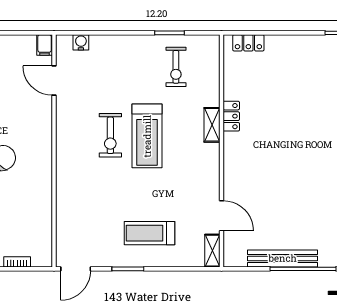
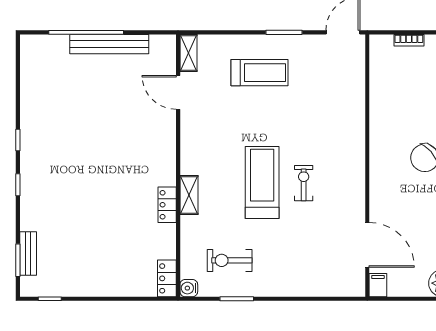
water cooler: (81, 42) -> (189, 288), moved, turned 90
locker: (248, 43) -> (167, 278), moved, turned -90
exercise bike: (176, 67) -> (230, 260), turned -90
door: (54, 81) -> (367, 245), width x1.36
exercise bike: (110, 135) -> (304, 183), width x0.73, depth x0.72

